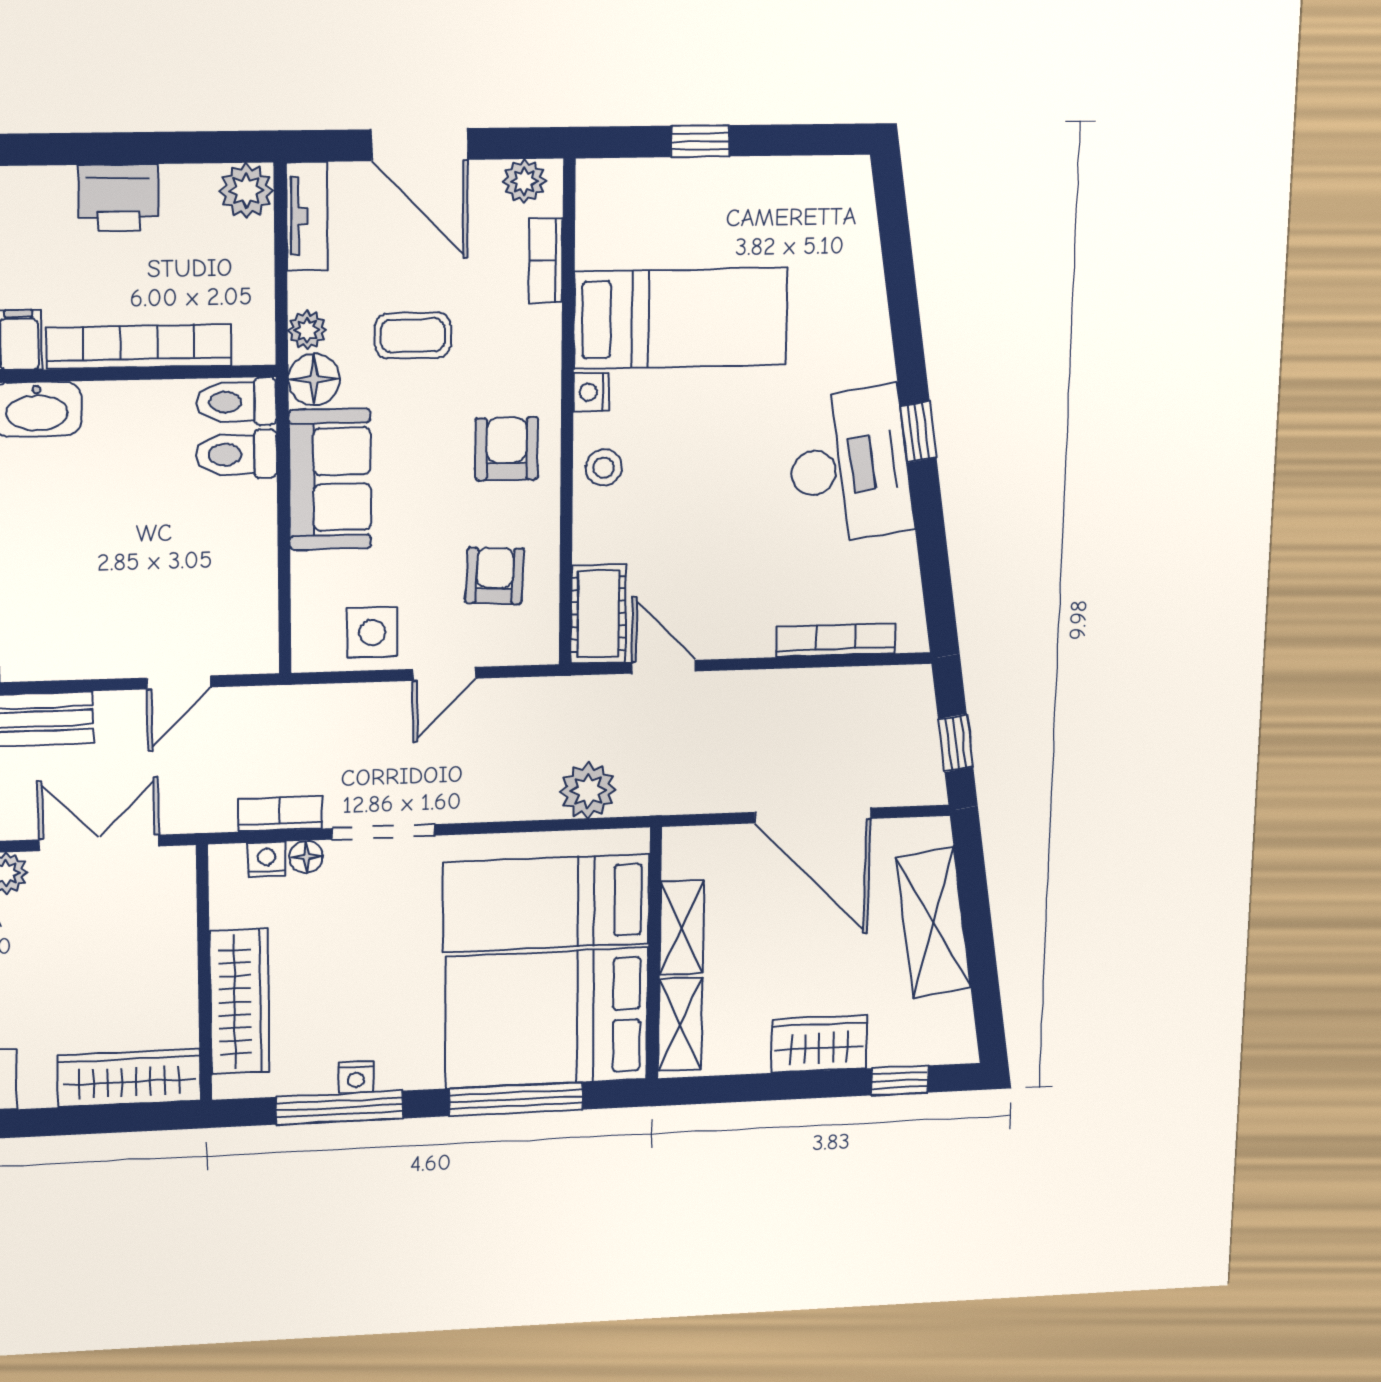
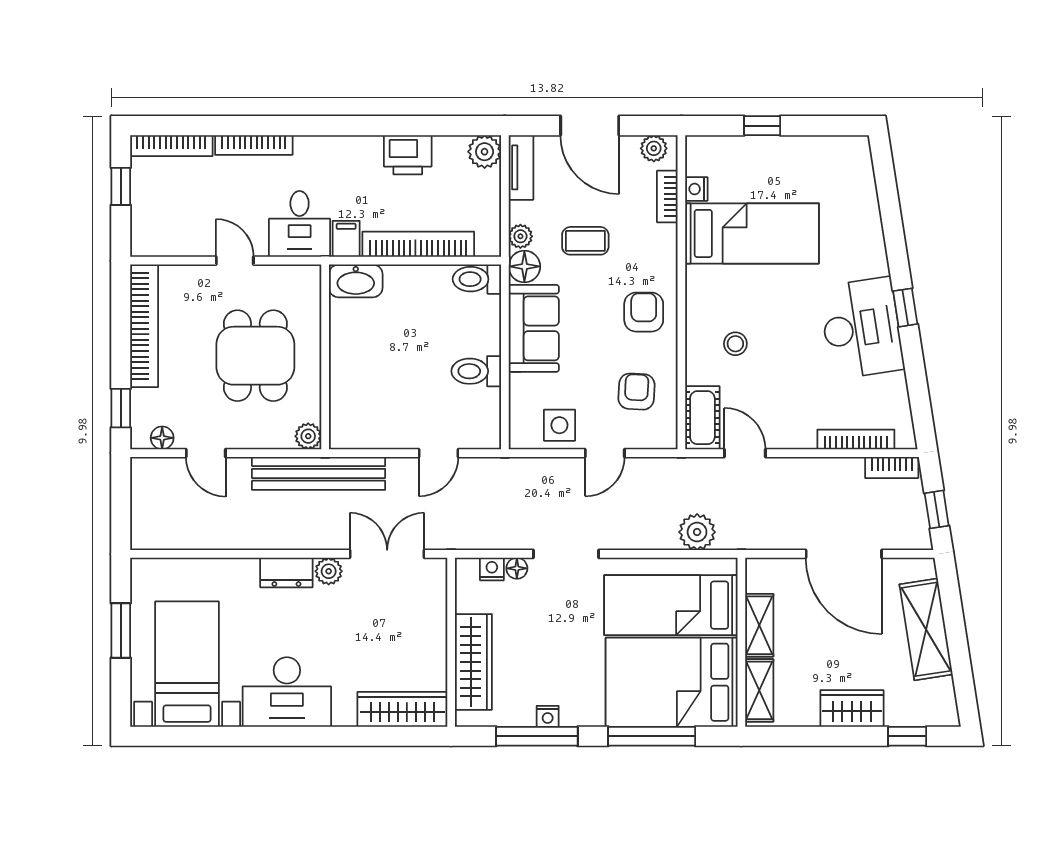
nightstand: (591, 392) -> (696, 189), moved
toilet: (236, 455) -> (476, 371), moved
stool: (604, 468) -> (735, 344), moved
bookcase: (280, 814) -> (892, 467), moved, turned 180

